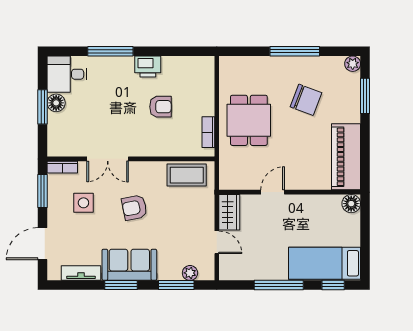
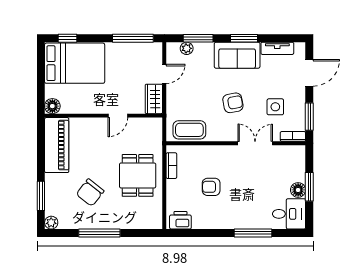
printer: (148, 67) -> (180, 220), moved
chair: (306, 100) -> (90, 193), turned -73
door: (217, 242) -> (164, 74), swing flipped
bed: (325, 263) -> (75, 63), width x1.50
window: (279, 285) -> (133, 38), moved

